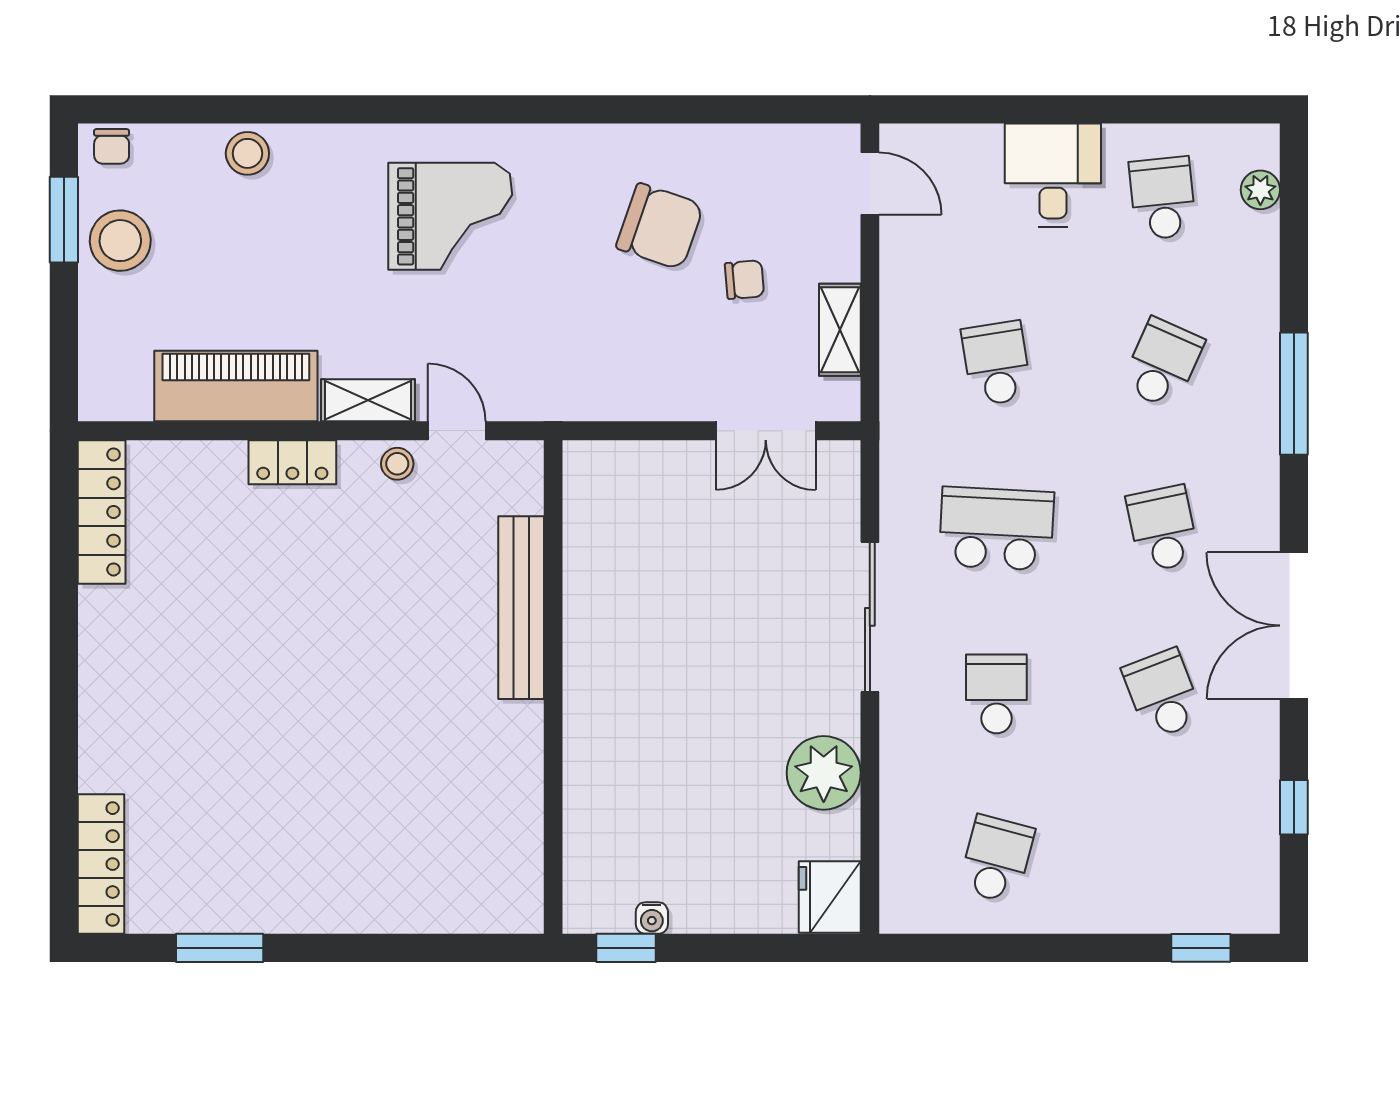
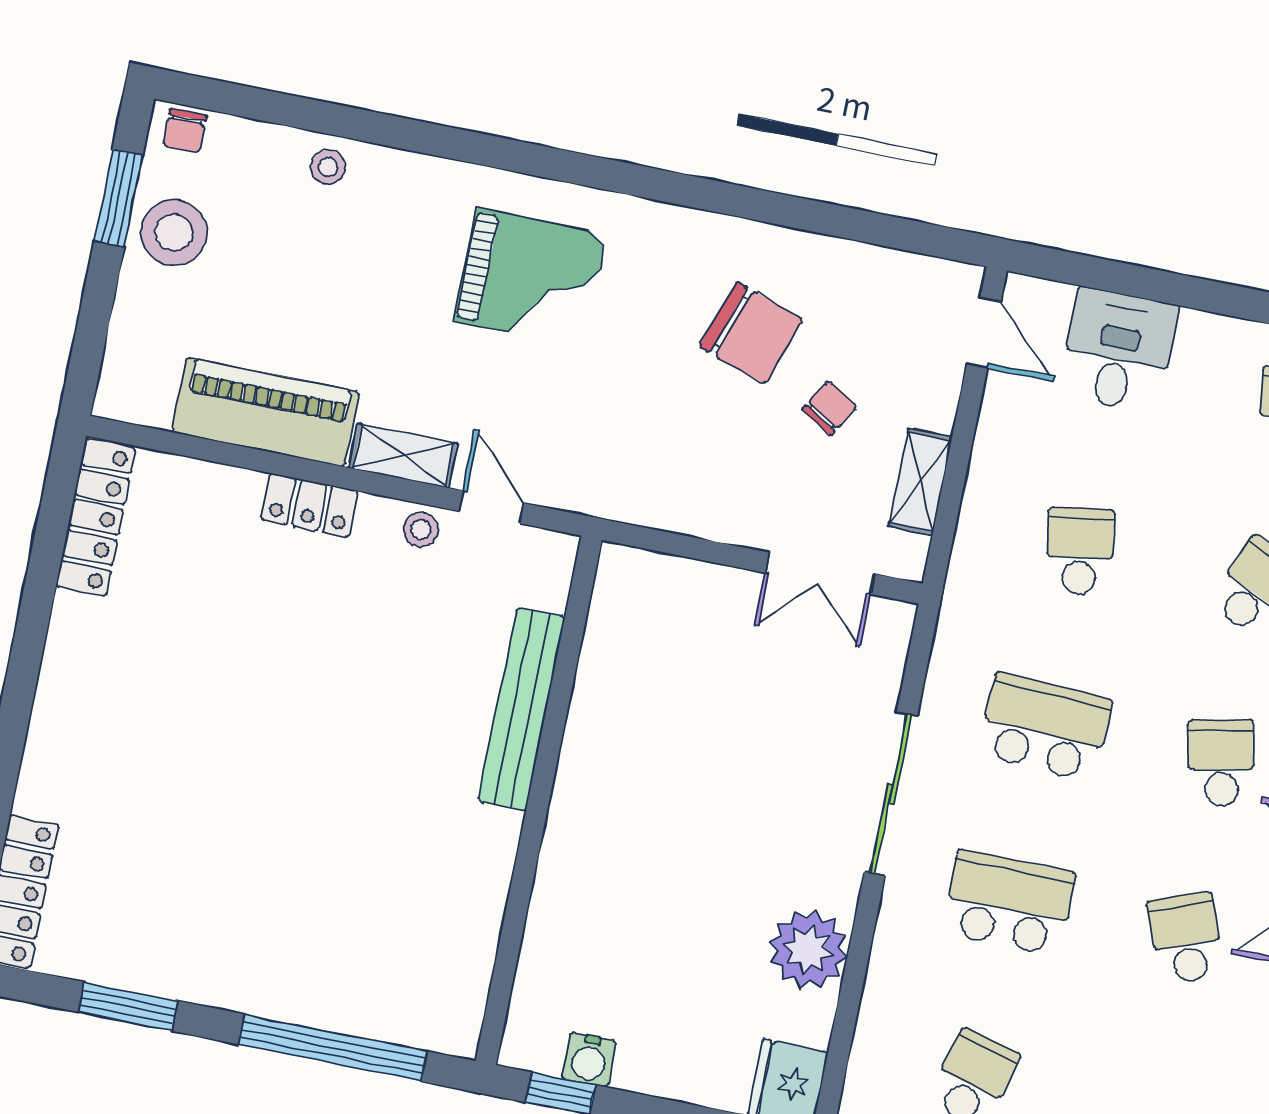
stool: (247, 153) -> (328, 167), width x0.73, depth x0.73
desk: (1053, 175) -> (1118, 350), moved
chair: (744, 280) -> (830, 408), turned -54
school desk: (996, 694) -> (1009, 903), width x1.85
water cooler: (652, 918) -> (589, 1060), width x1.38, depth x1.38
window: (412, 948) -> (333, 1048), added

